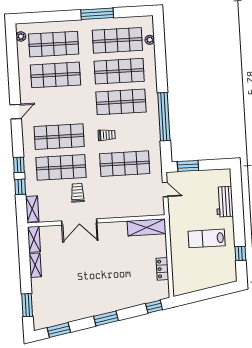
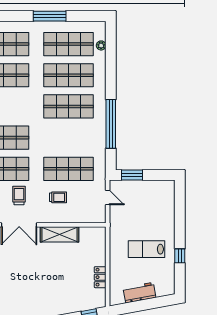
trolley: (107, 135) -> (58, 197), moved
workbench: (225, 202) -> (139, 293), moved, turned 80
shelving: (147, 227) -> (60, 234), moved
window: (240, 253) -> (180, 256), moved

